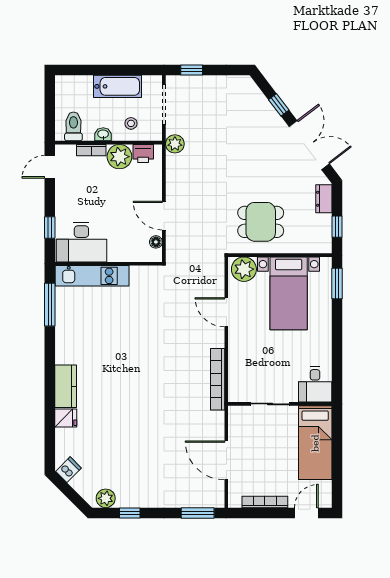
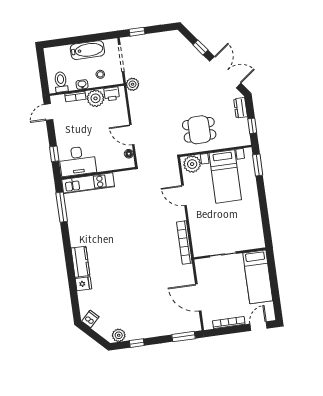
desk: (315, 384) -> (252, 237), removed

